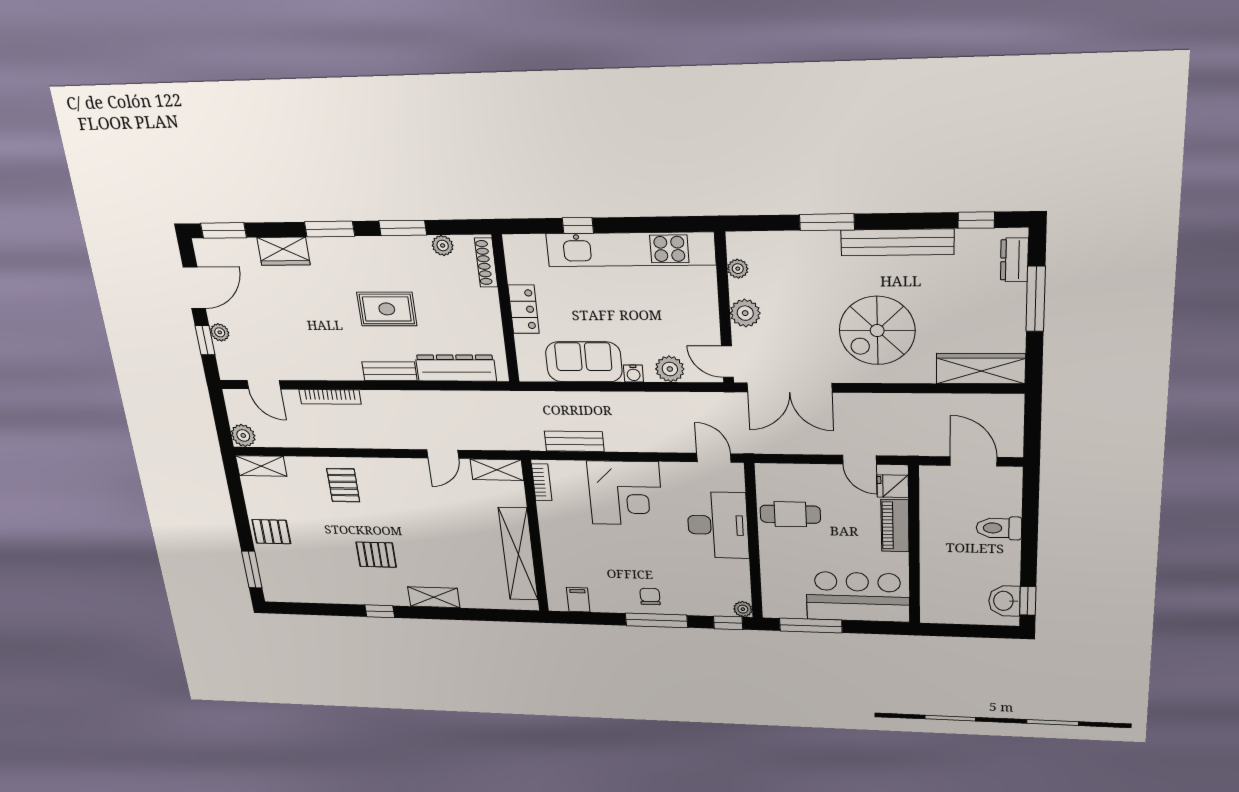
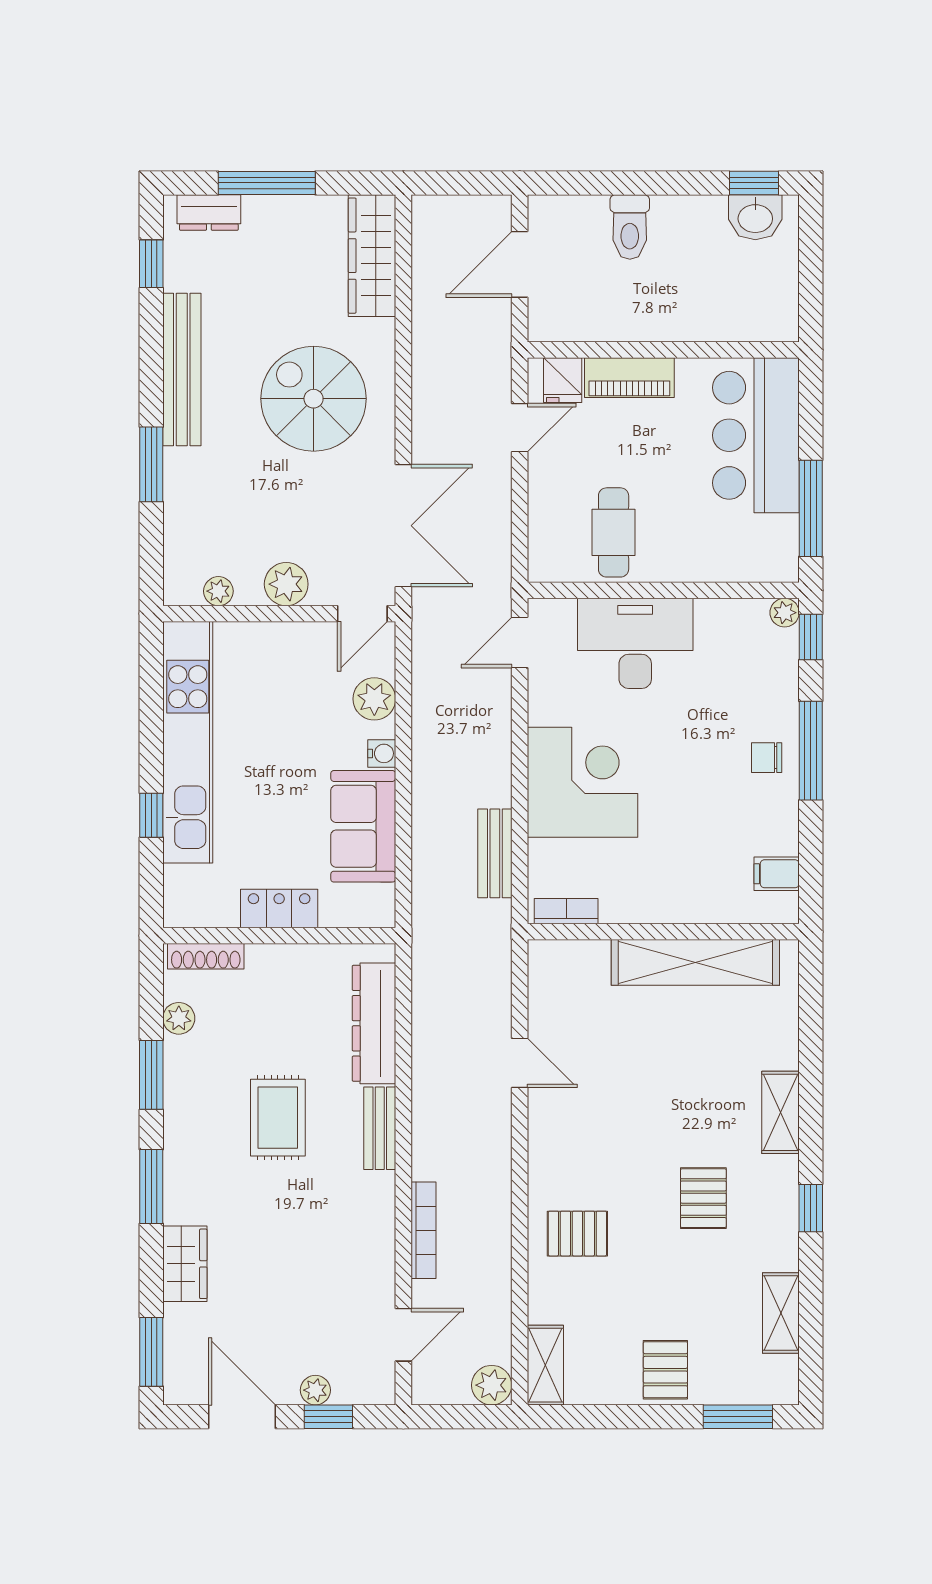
spiral stairs: (877, 331) -> (314, 399), turned 180
shelving: (497, 470) -> (781, 1313), moved

